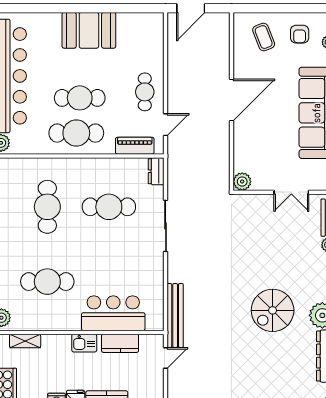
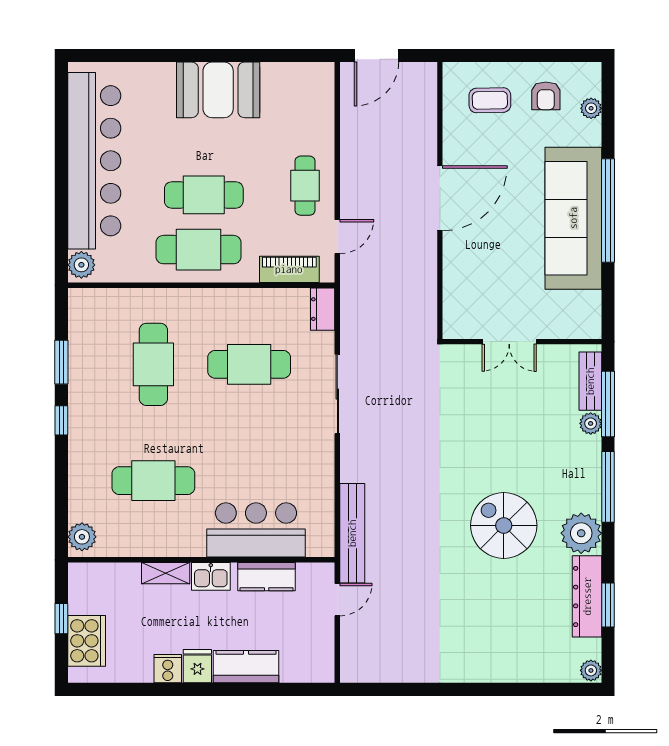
coffee table: (264, 37) -> (490, 100), turned -70
plant: (242, 182) -> (456, 325), removed
double door: (291, 192) -> (509, 342), moved
spiral stairs: (273, 310) -> (504, 525), turned 90
shelving: (25, 341) -> (166, 573), moved

